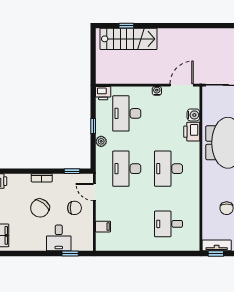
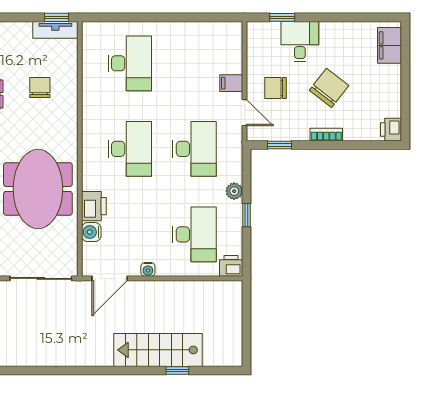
window: (126, 26) -> (177, 371), moved
stairs: (129, 39) -> (158, 350), moved
desk: (169, 224) -> (130, 63), width x1.37
filing cabinet: (103, 227) -> (231, 83), moved

